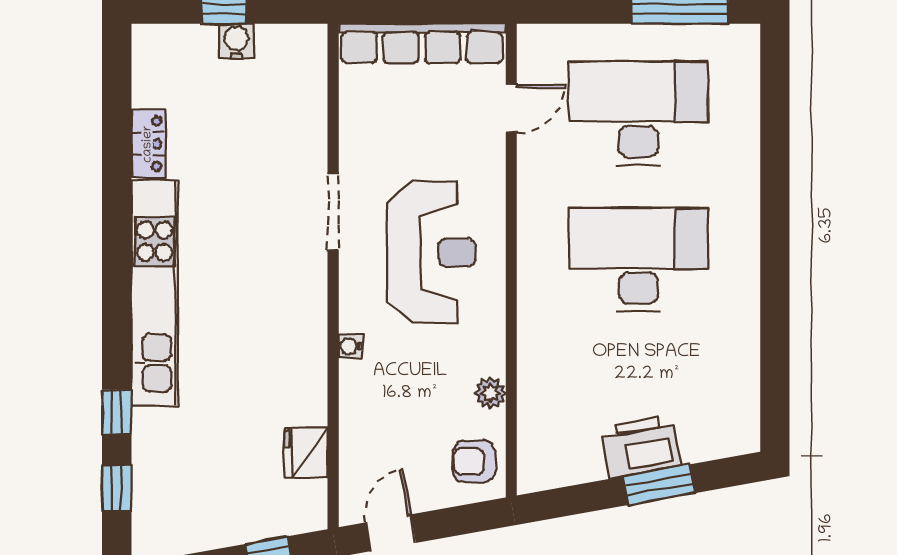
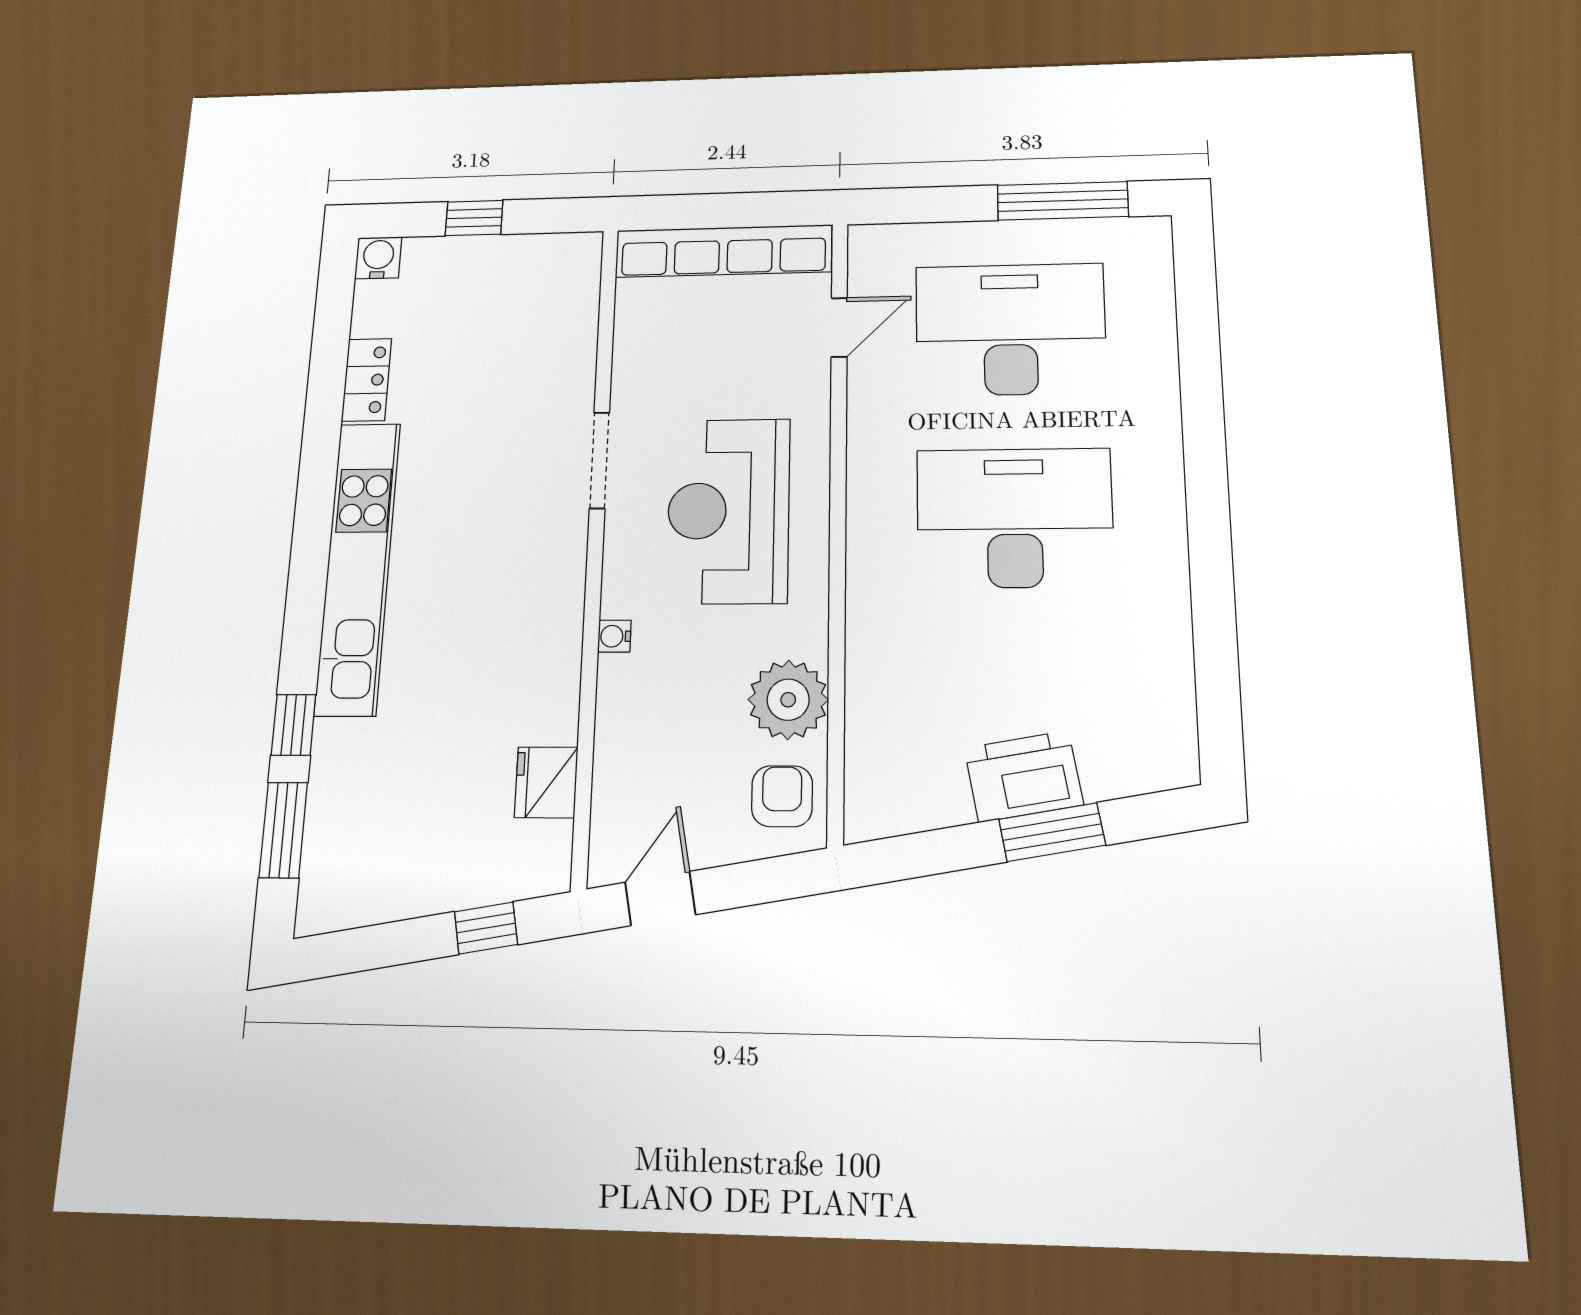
water cooler: (237, 41) -> (378, 258), moved
reception desk: (431, 252) -> (728, 511), turned 180
plant: (491, 393) -> (788, 700), width x1.87, depth x1.87
armchair: (474, 461) -> (782, 796), turned 90
window: (117, 488) -> (283, 830), width x1.50

